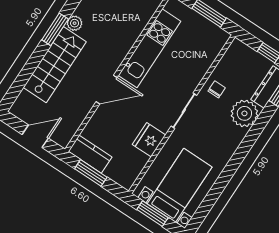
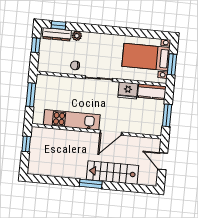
plant: (75, 23) -> (81, 174), removed
door: (107, 90) -> (111, 133), swing flipped
plant: (244, 113) -> (77, 36), width x0.53, depth x0.53
kitchen counter: (90, 154) -> (152, 92), moved, turned -90

